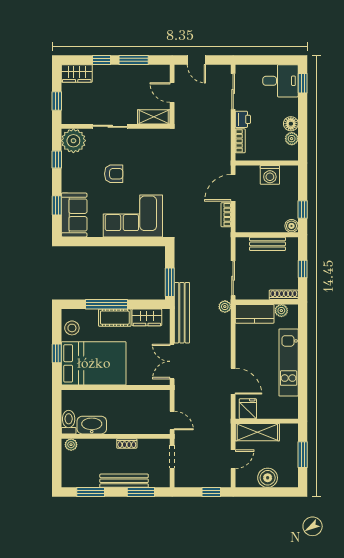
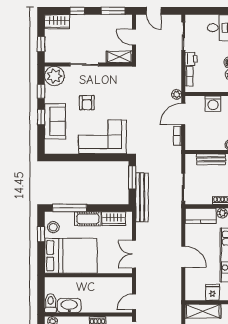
window: (134, 60) -> (113, 11), moved
armchair: (114, 174) -> (87, 103), turned 90
window: (57, 205) -> (41, 117), moved
sofa: (74, 215) -> (55, 121), moved
window: (170, 282) -> (132, 177), moved
window: (107, 304) -> (70, 208), moved
plant: (225, 307) -> (177, 94), moved
bench: (182, 313) -> (142, 197), moved
window: (57, 353) -> (41, 234), moved
door: (233, 381) -> (183, 257), moved
fridge: (248, 409) -> (213, 292), moved
door: (172, 421) -> (134, 302), swing flipped

